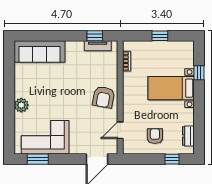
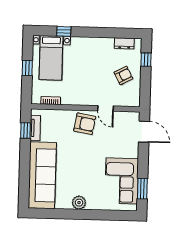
sofa: (40, 52) -> (42, 175), width x1.36, depth x1.27
bed with nightstands: (171, 88) -> (51, 58), moved
plant: (21, 105) -> (79, 203), moved
door: (120, 130) -> (106, 108), moved
armchair: (155, 136) -> (123, 75), turned 152

